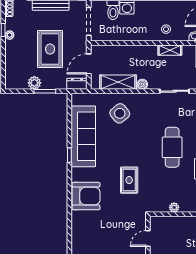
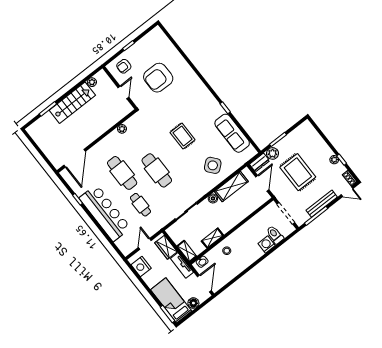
plant: (34, 83) -> (272, 153), moved
sofa: (83, 136) -> (232, 133), width x0.74, depth x0.79
rug: (129, 180) -> (183, 136), moved
armchair: (86, 196) -> (158, 78), moved

